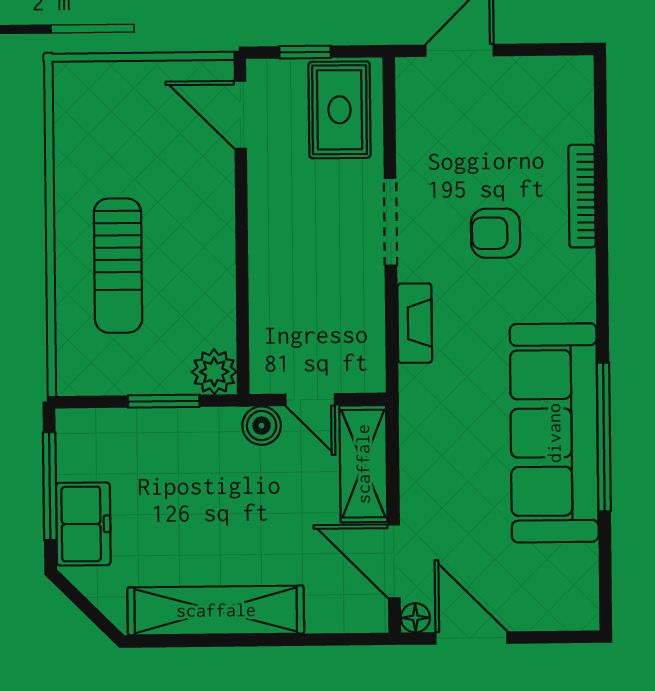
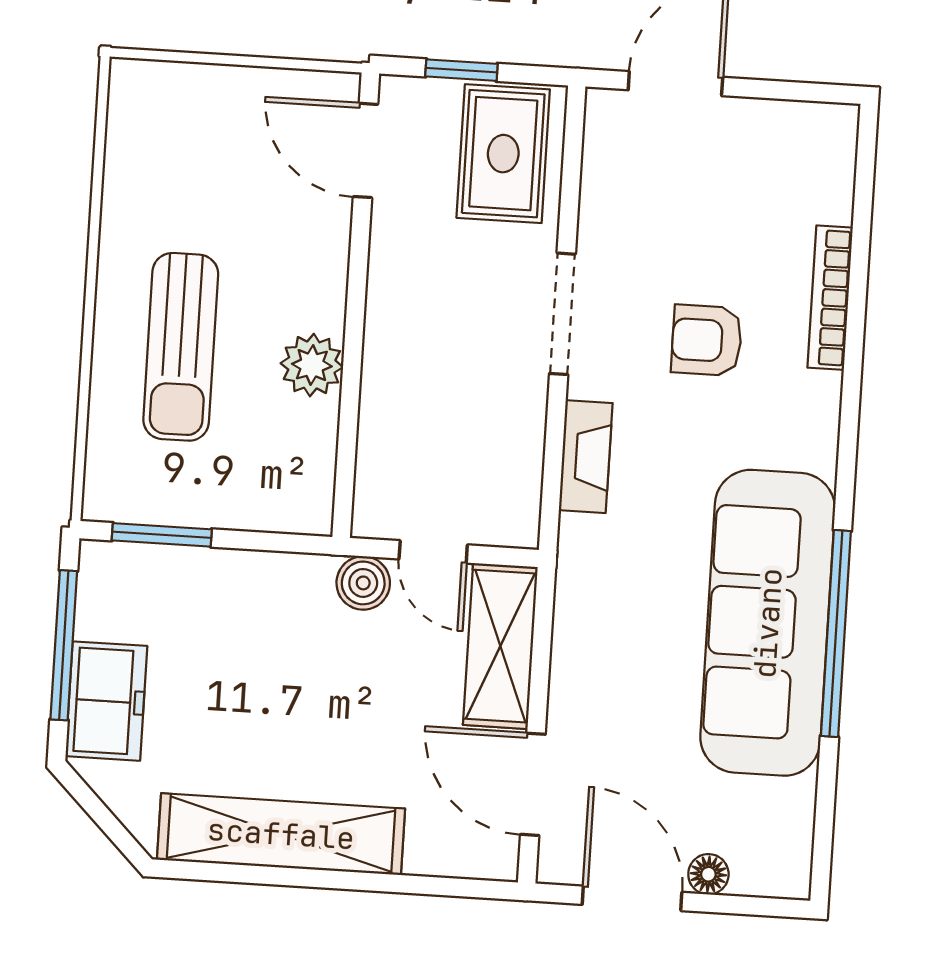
plant: (214, 372) -> (312, 365), moved
window: (164, 401) -> (162, 535), moved
floor lamp: (415, 618) -> (708, 874), moved

